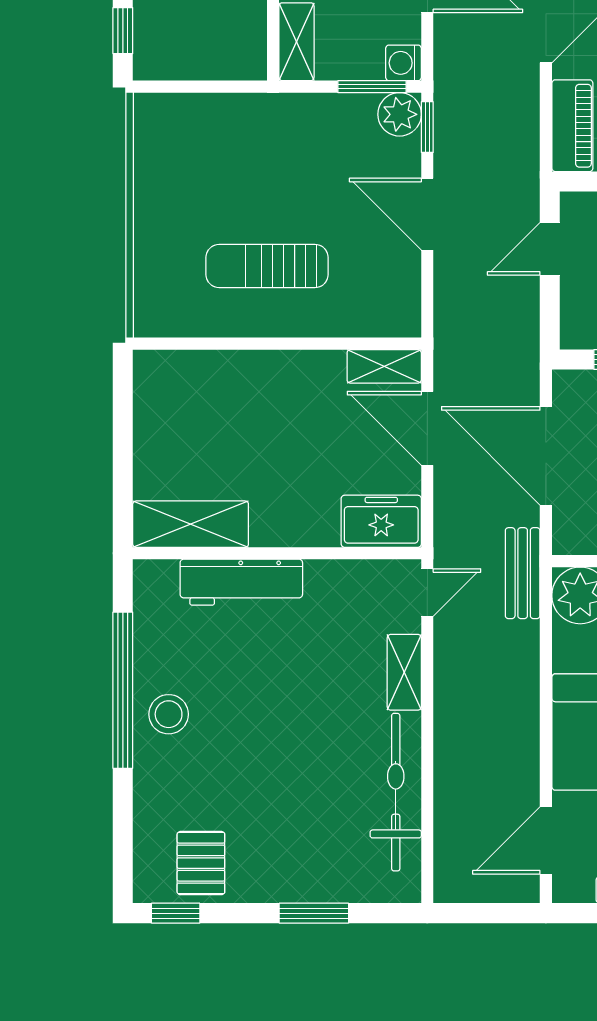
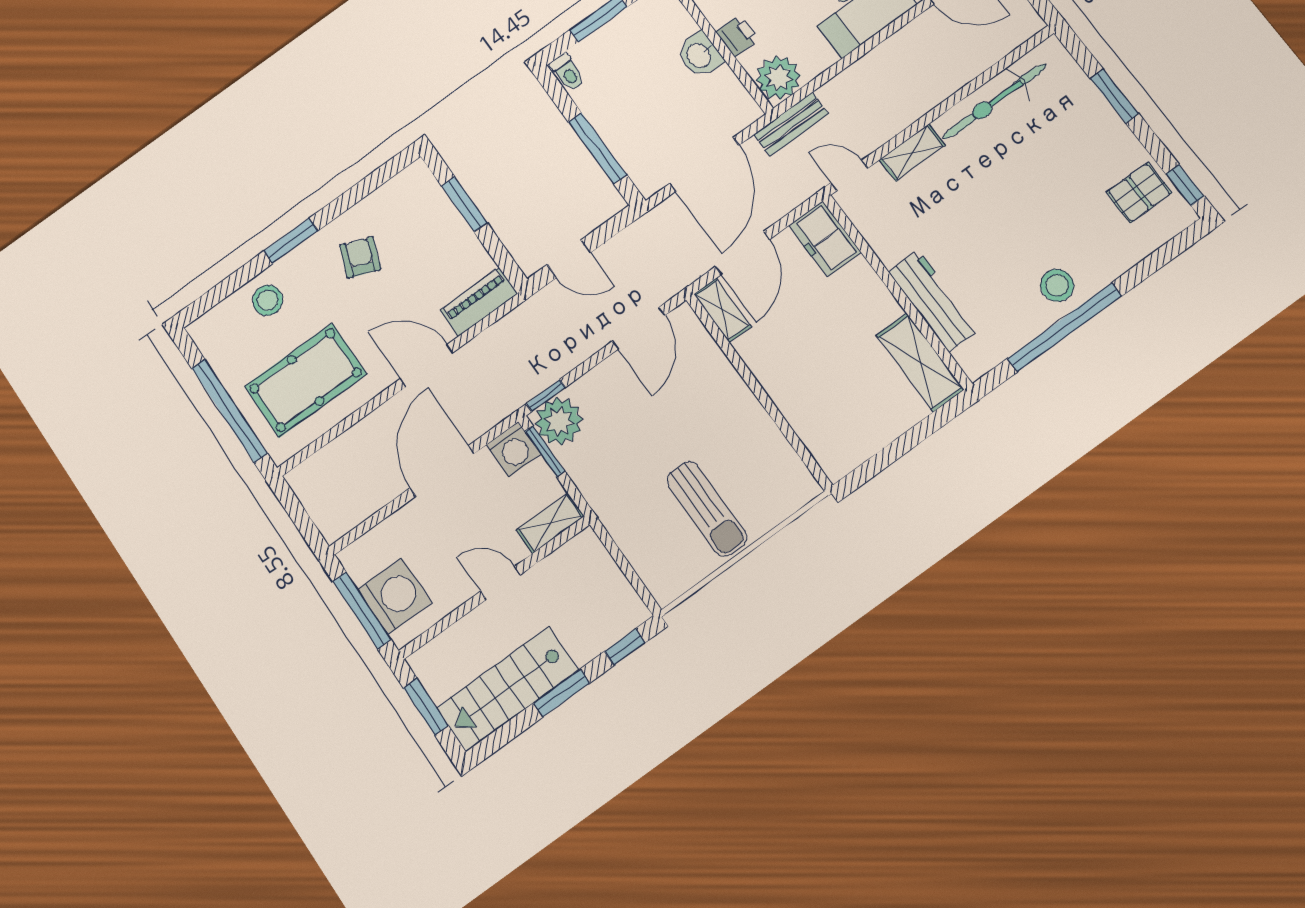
washing machine: (404, 63) -> (513, 449), width x1.38, depth x1.38
plant: (400, 114) -> (559, 421), width x1.36, depth x1.36
door: (427, 214) -> (639, 328), moved
sun lounger: (267, 266) -> (707, 509), moved

